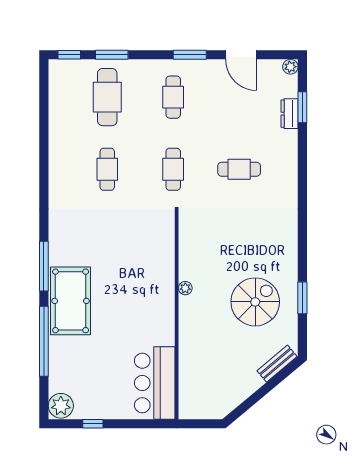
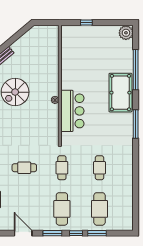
window: (69, 55) -> (76, 233), moved
cafe table: (173, 97) -> (62, 209), width x1.37, depth x1.35
window: (44, 266) -> (136, 124), moved
bar counter: (155, 383) -> (72, 111), moved
window: (93, 424) -> (86, 23), moved

